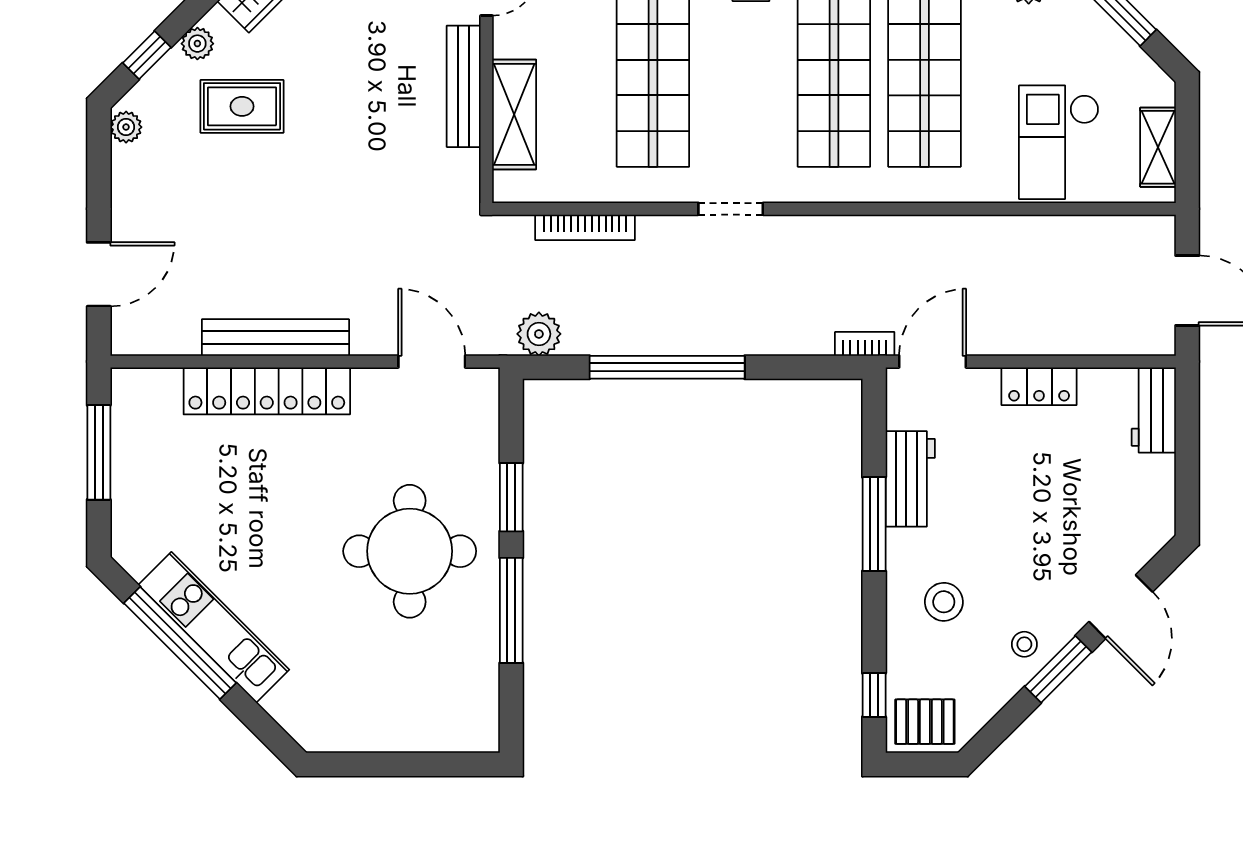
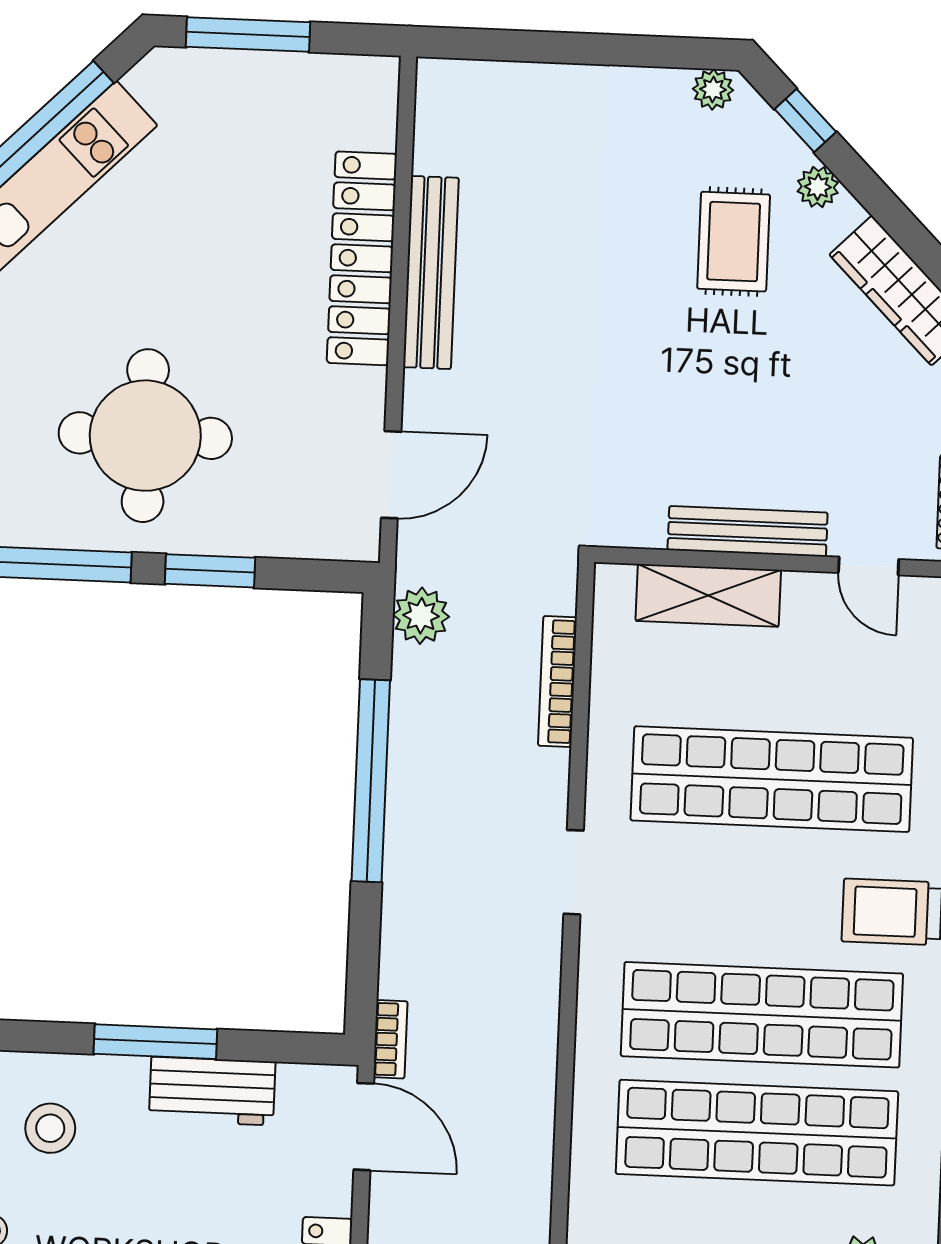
door: (99, 274) -> (523, 46), removed
window: (99, 452) -> (248, 34), moved

